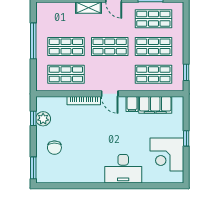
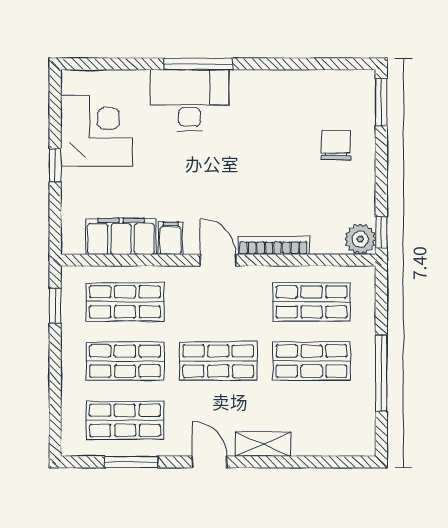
window: (33, 118) -> (381, 232), moved
plant: (43, 119) -> (360, 239), moved
window: (119, 186) -> (198, 64), added

